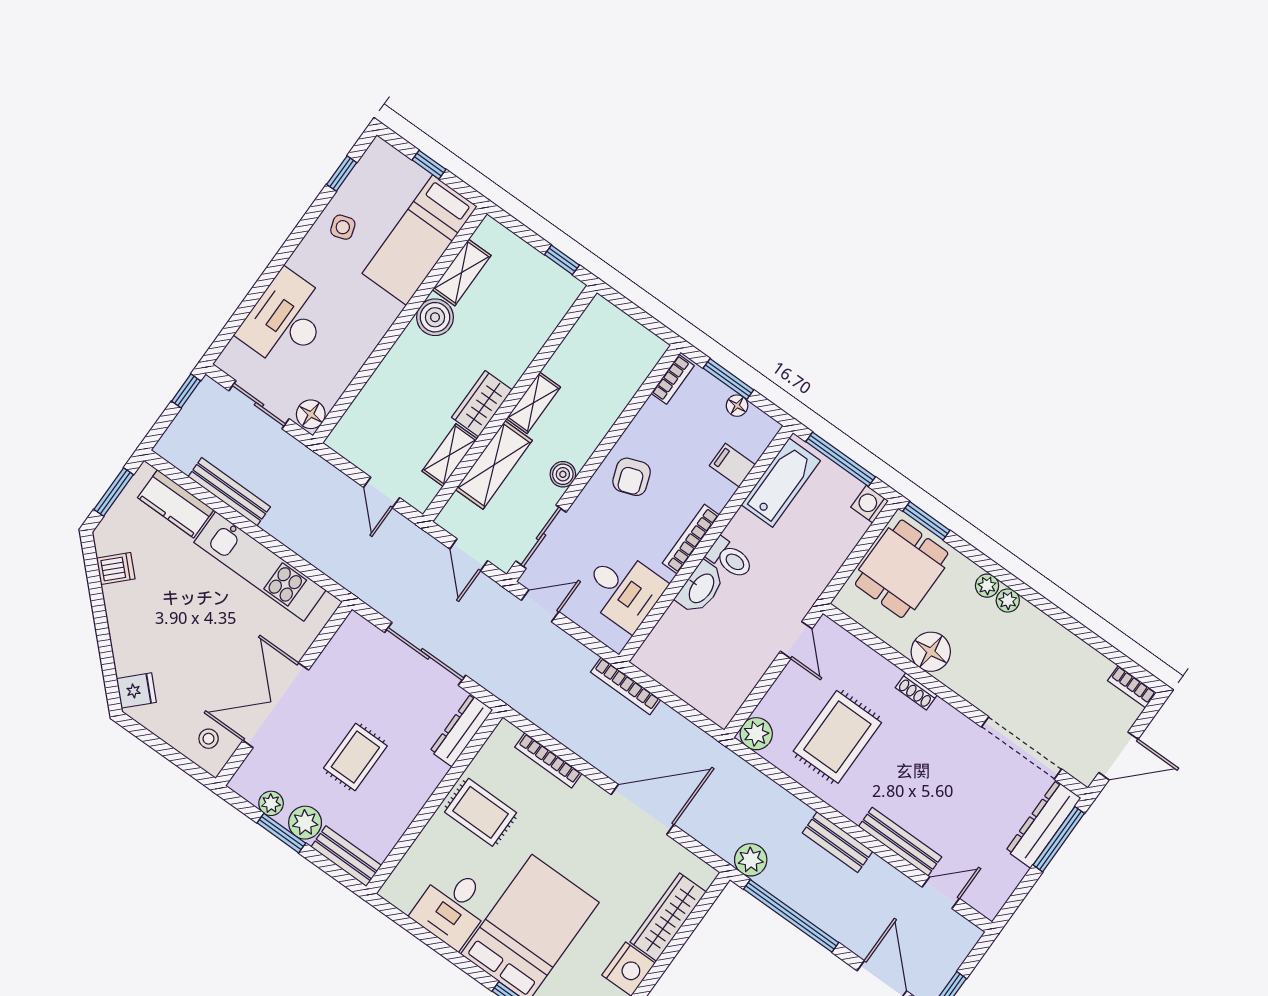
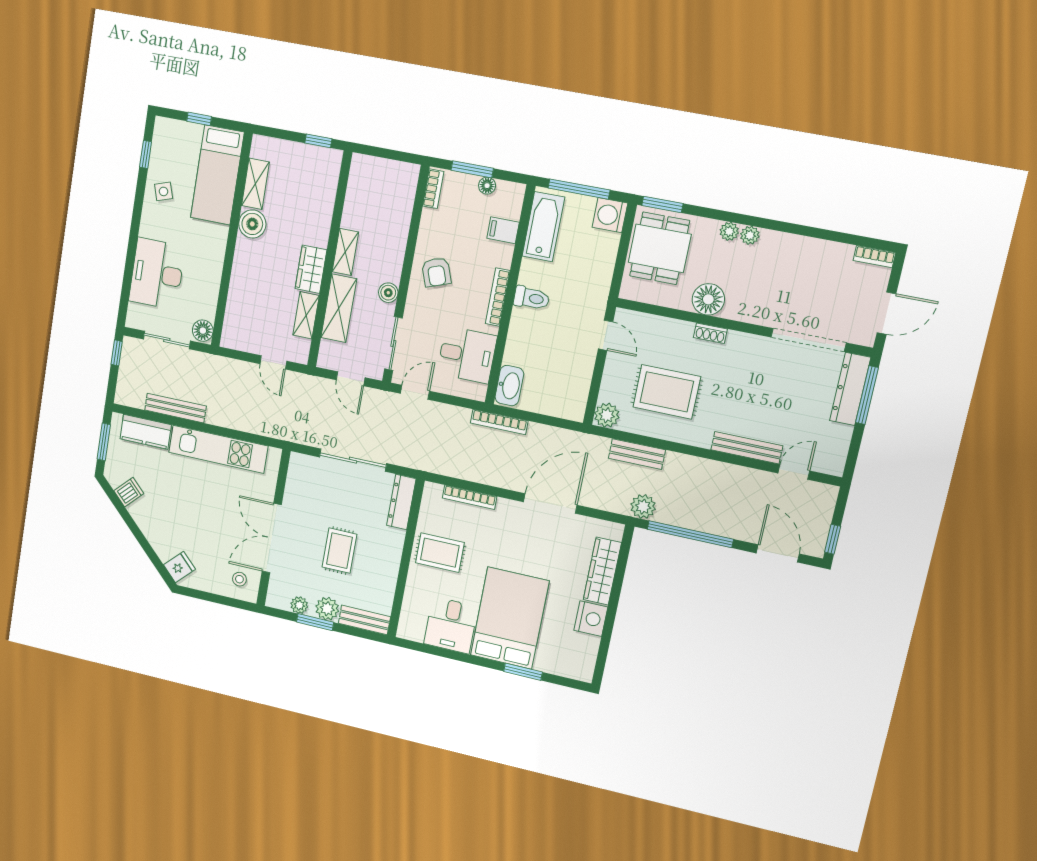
washing machine: (870, 504) -> (610, 215), width x1.38, depth x1.38
washbasin: (701, 588) -> (509, 386), moved
rug: (837, 737) -> (667, 392), turned 90
bench: (837, 842) -> (637, 454), moved

